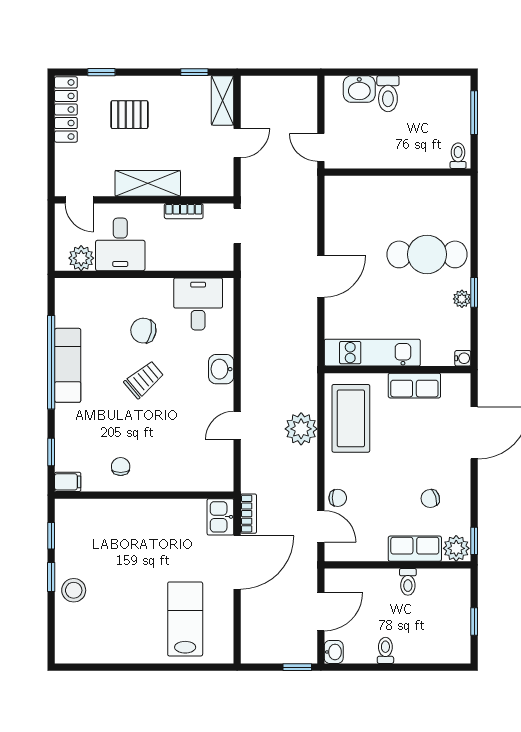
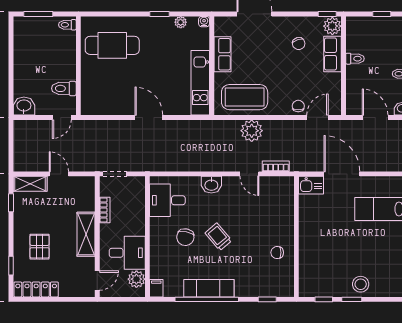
washbasin: (359, 89) -> (24, 106), moved, turned -90
toilet: (388, 94) -> (64, 88), moved, turned 180
cafe table: (427, 254) -> (112, 45), moved, turned 90
plant: (462, 299) -> (181, 22), moved
filing cabinet: (68, 482) -> (156, 288), moved
bookcase: (249, 514) -> (276, 166), moved

